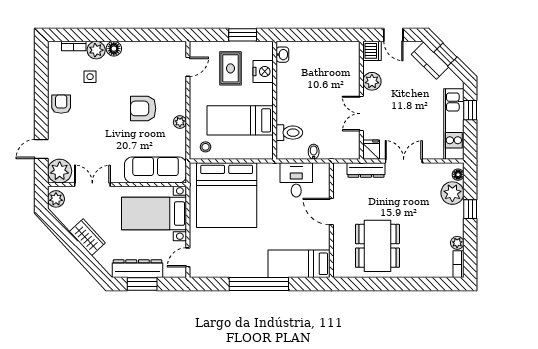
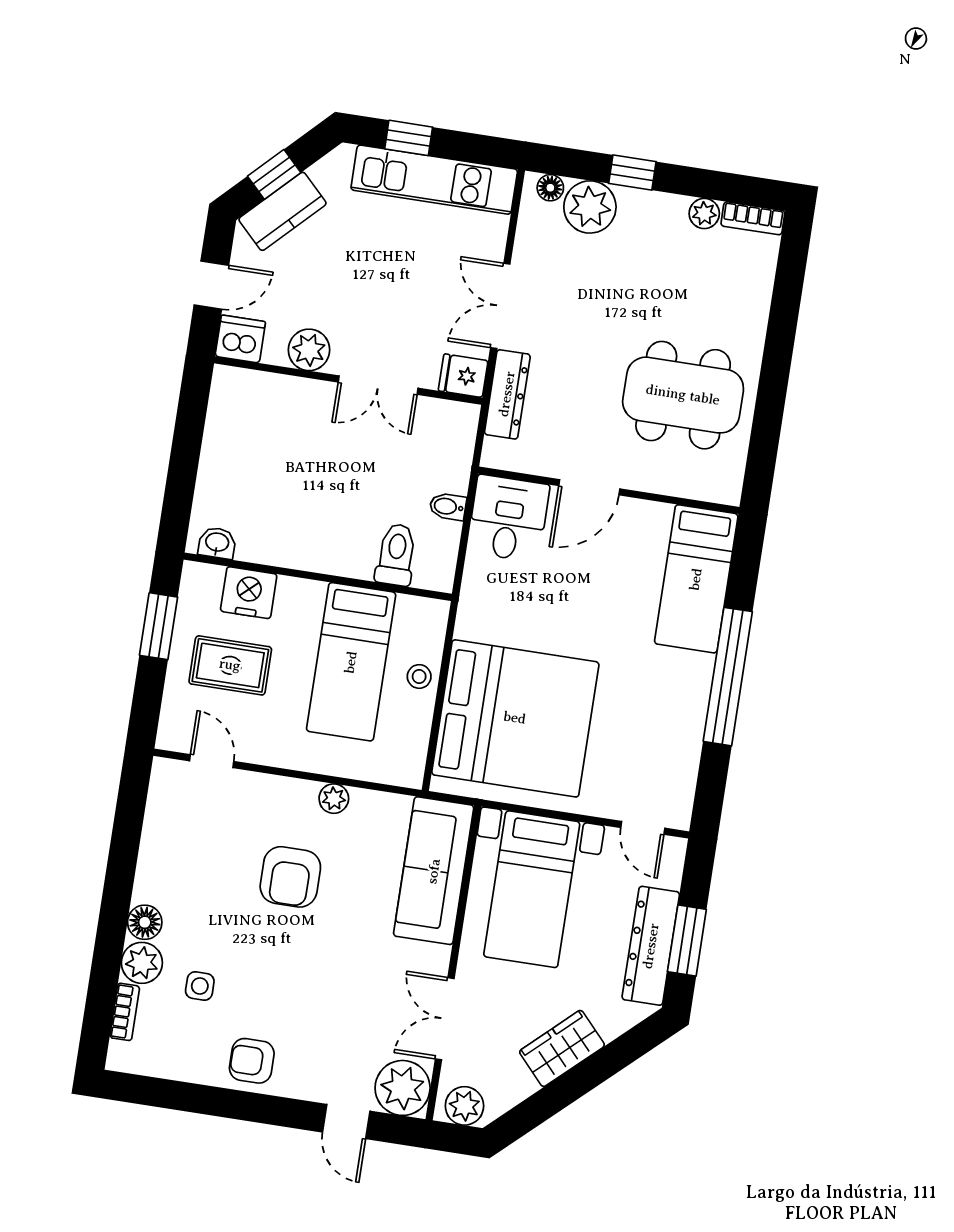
stool: (206, 147) -> (419, 676), moved
desk: (296, 180) -> (508, 518), moved, turned 90

